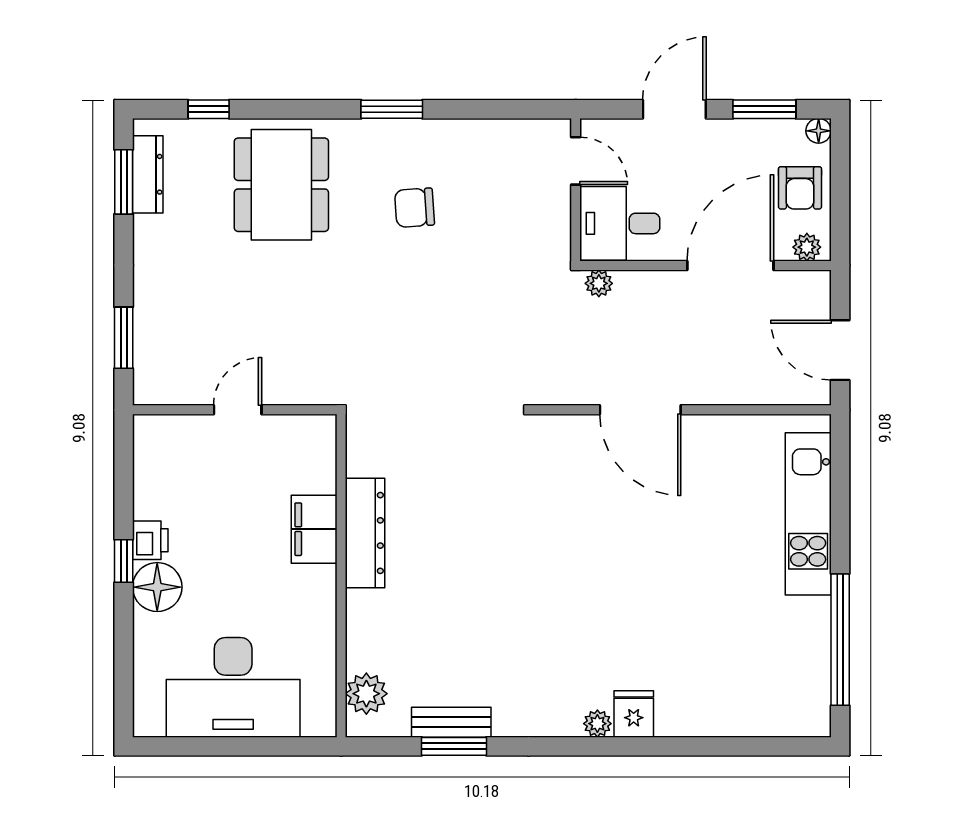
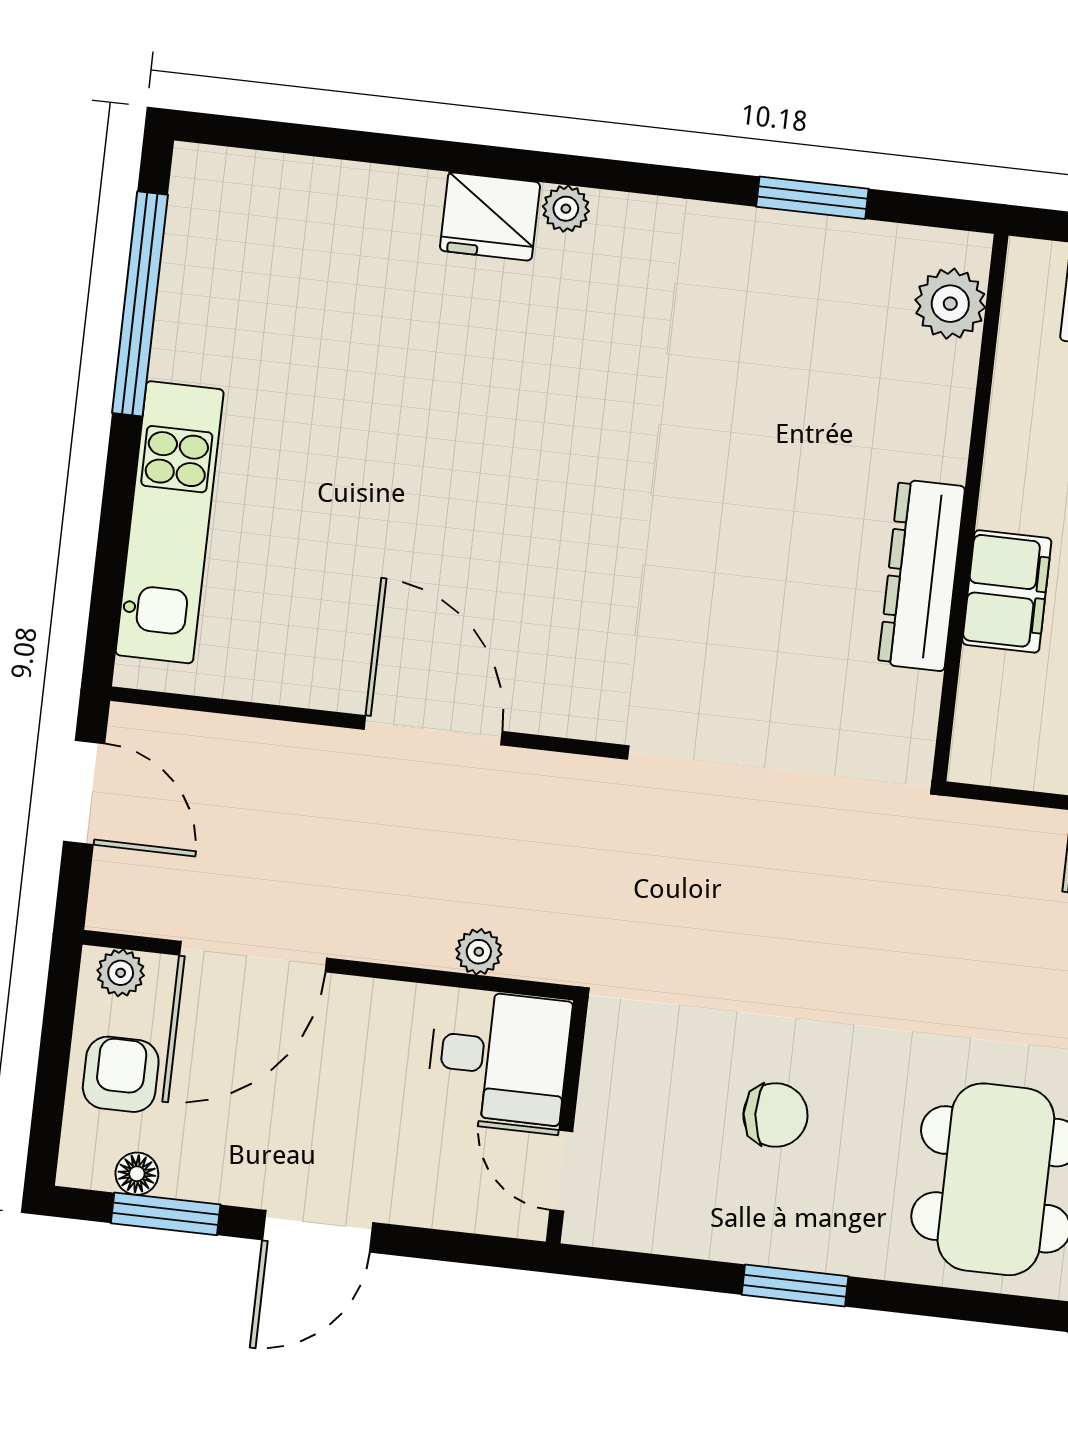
floor lamp: (819, 131) -> (137, 1174), moved
door: (576, 161) -> (561, 1171), moved
wall: (576, 190) -> (567, 1122), moved
desk: (620, 223) -> (499, 1057), moved
fridge: (634, 714) -> (490, 216), width x1.38
bench: (451, 722) -> (812, 239), removed

